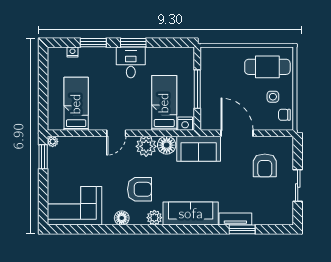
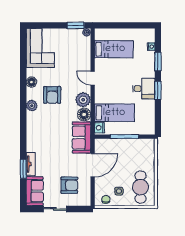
armchair: (265, 165) -> (69, 185), turned 180
sofa: (191, 214) -> (35, 191), moved, width x0.73

